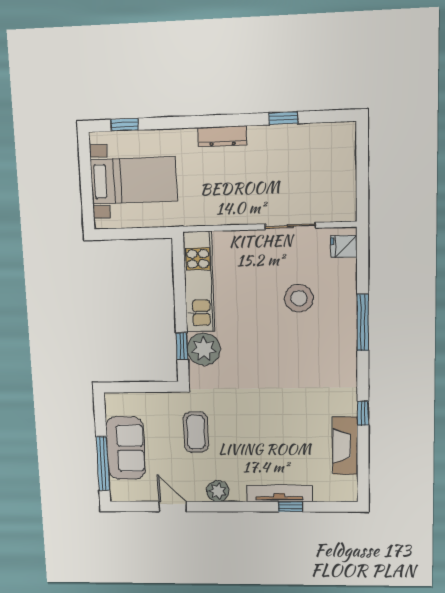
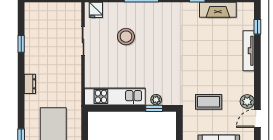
dresser: (222, 136) -> (30, 84), width x0.70
plant: (204, 349) -> (156, 100), width x0.53, depth x0.53
plant: (218, 491) -> (247, 101), moved
window: (290, 507) -> (257, 27), moved

